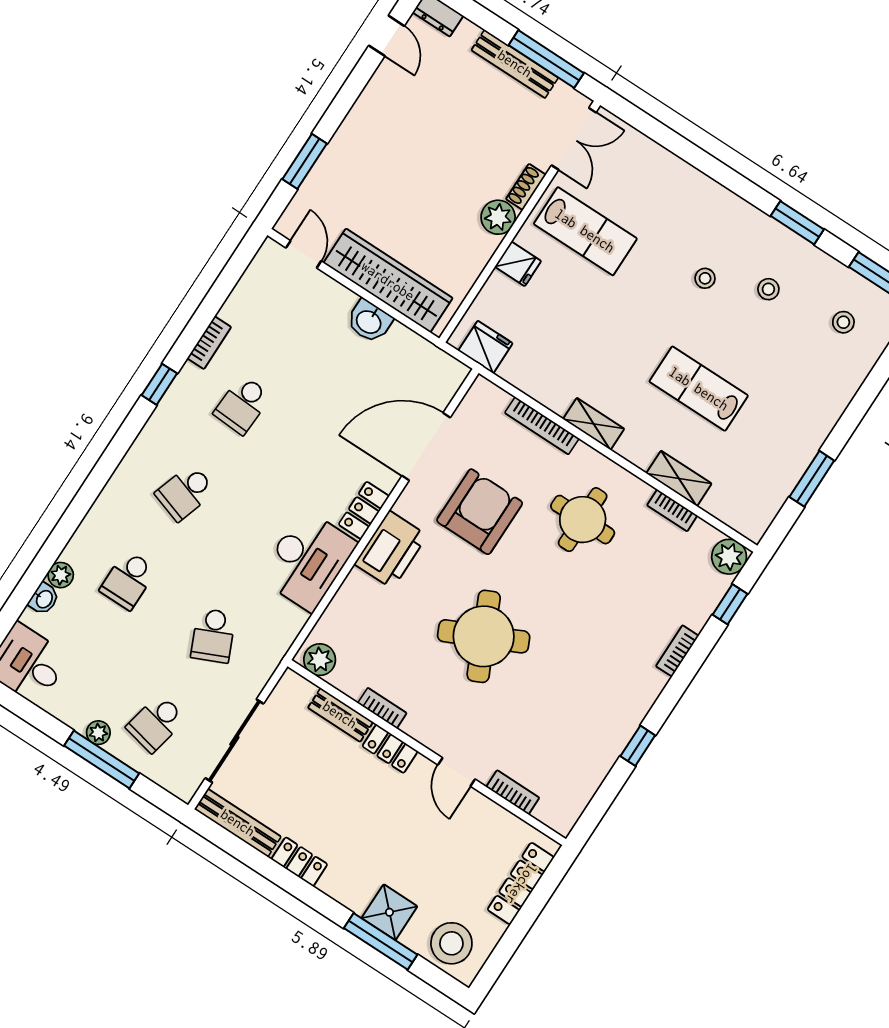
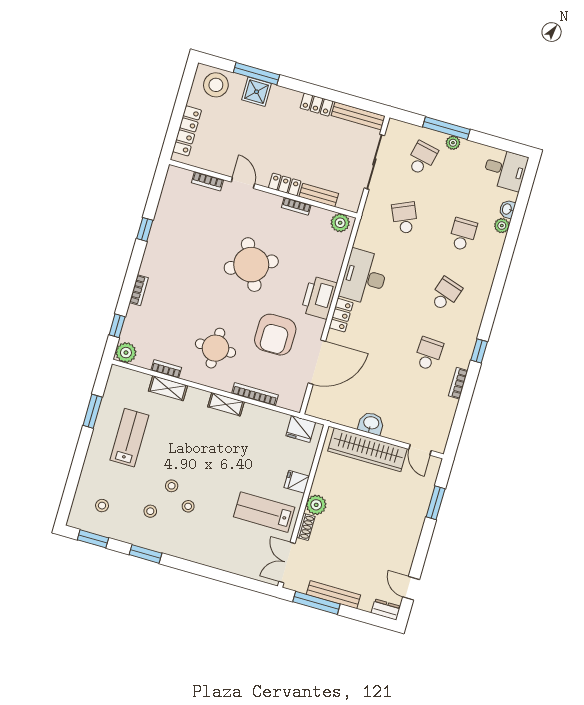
stool: (721, 319) -> (172, 486), added
lab bench: (699, 389) -> (129, 438), moved, turned -90

